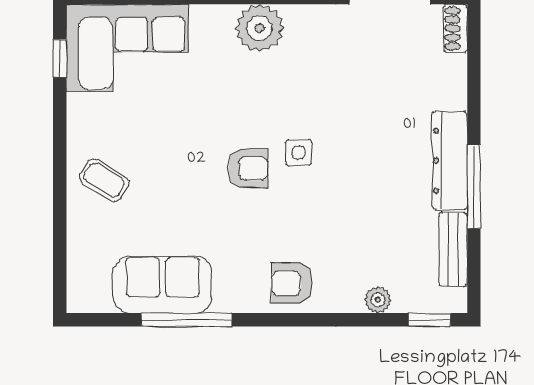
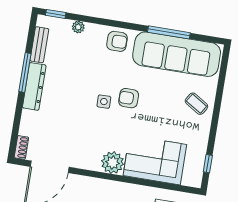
corner sofa: (127, 48) -> (155, 160), moved
sofa: (163, 285) -> (177, 54), width x1.85, depth x1.27

